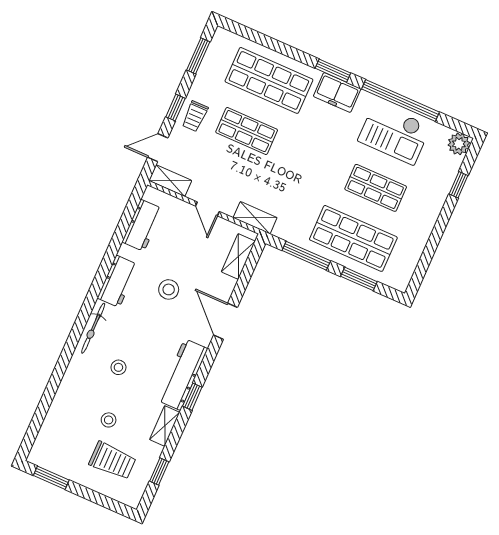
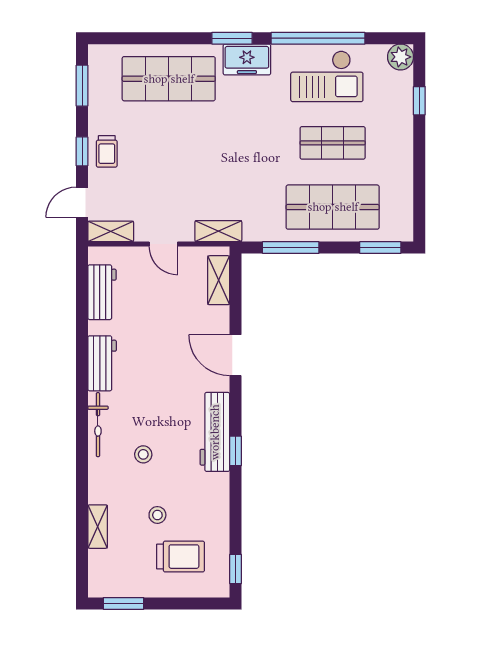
shop shelf: (247, 131) -> (169, 143), removed
window: (359, 279) -> (380, 248), moved
stool: (169, 289) -> (160, 348), removed
shelving: (165, 426) -> (98, 527), moved
window: (159, 472) -> (236, 569), moved

